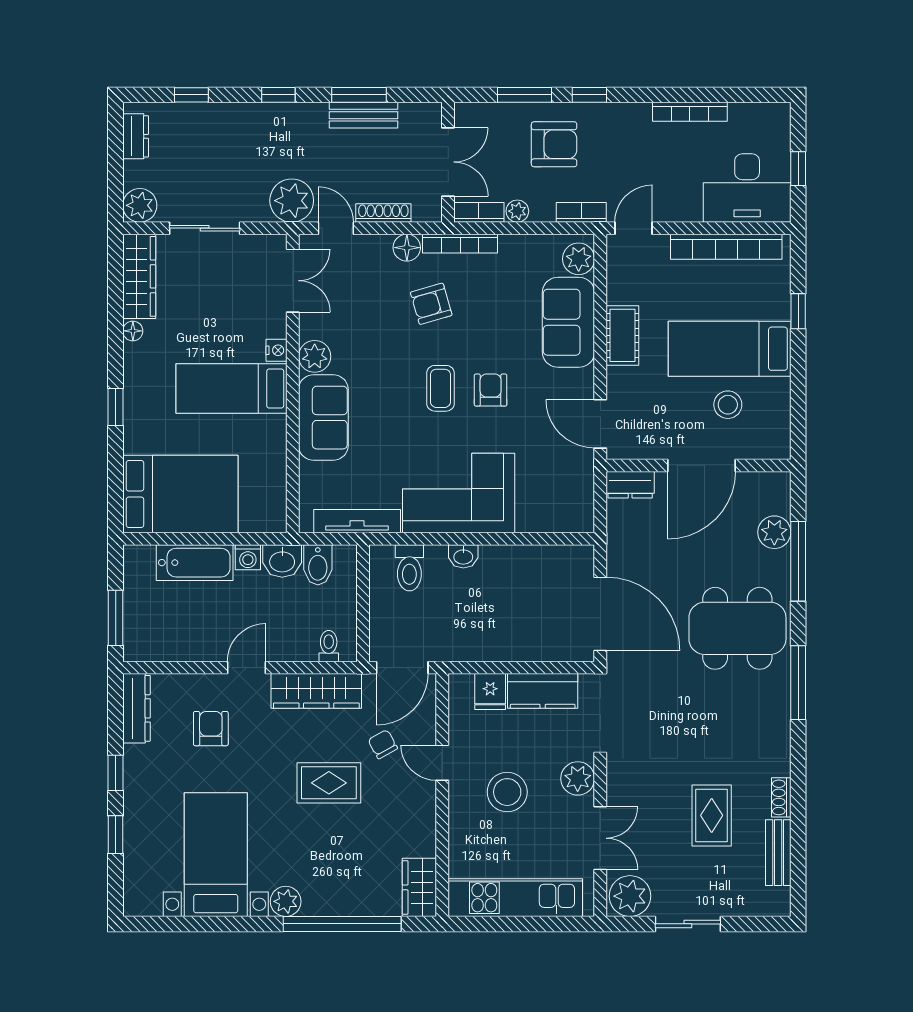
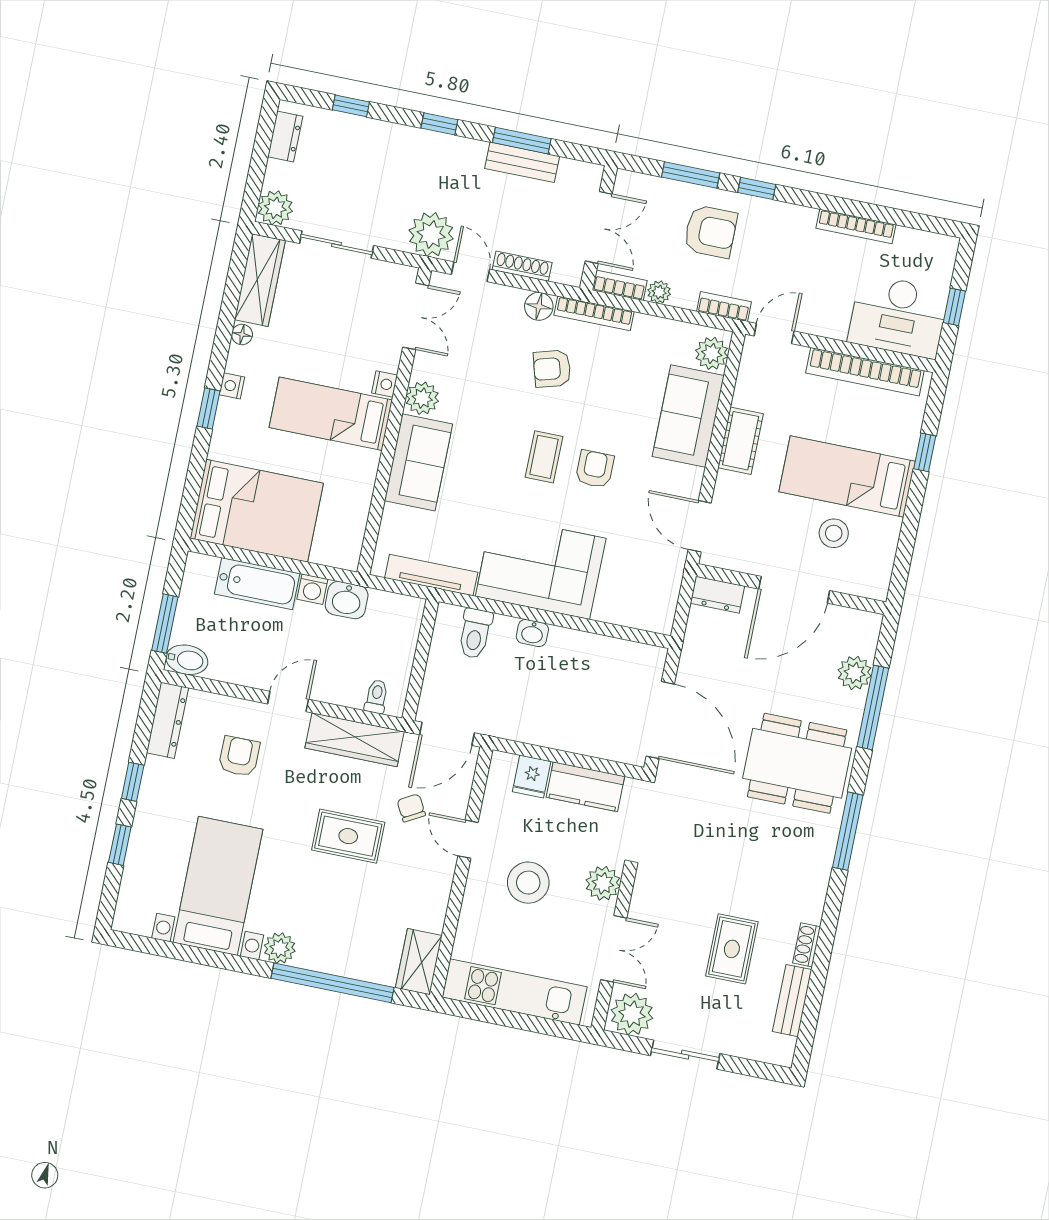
nightstand: (133, 381) -> (232, 386), added
bidet: (318, 565) -> (187, 660), moved, turned -90

